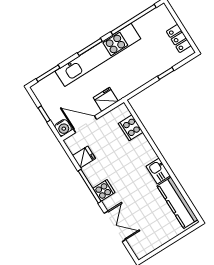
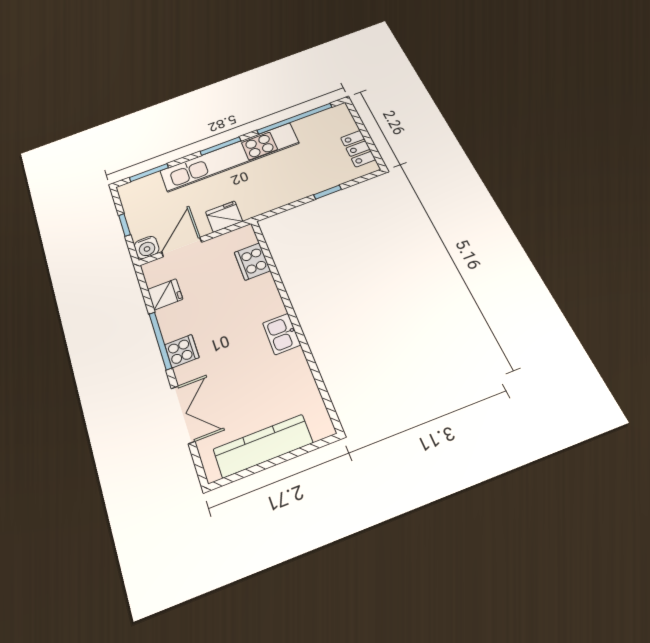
door: (85, 124) -> (182, 247), hinge flipped
kitchen counter: (177, 203) -> (263, 446), moved, turned 90

